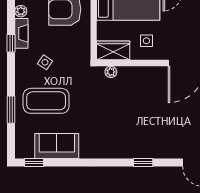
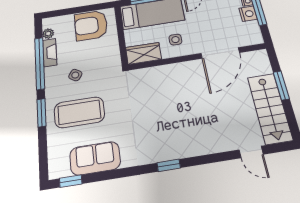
window: (11, 43) -> (40, 63), width x3.17
plant: (111, 72) -> (144, 73), removed
window: (11, 110) -> (42, 113), moved
window: (143, 163) -> (169, 165), moved

